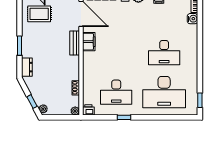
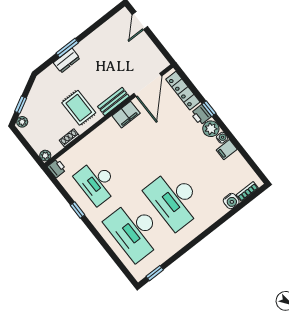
rug: (39, 14) -> (79, 108), moved
desk: (164, 53) -> (175, 199), width x1.36, depth x1.30
dresser: (27, 67) -> (67, 61), moved

